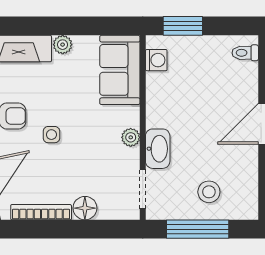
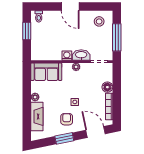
window: (183, 26) -> (27, 31), moved
washing machine: (156, 60) -> (67, 56), moved
stool: (209, 192) -> (99, 21), moved

